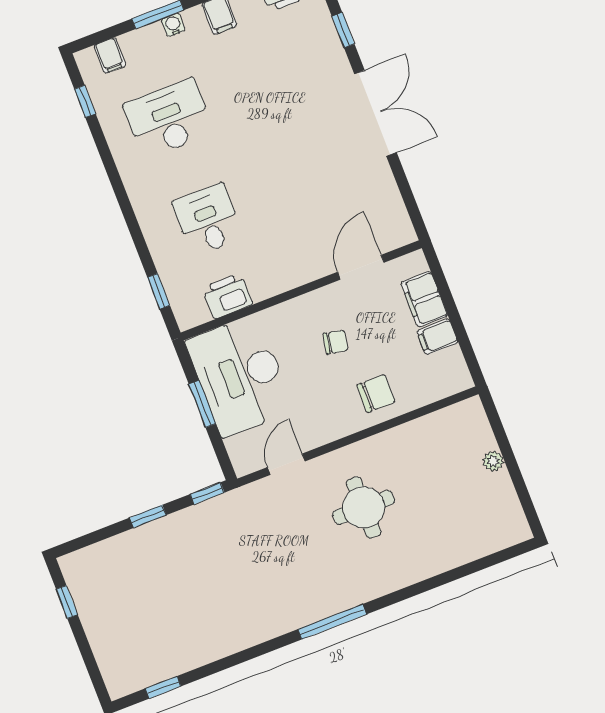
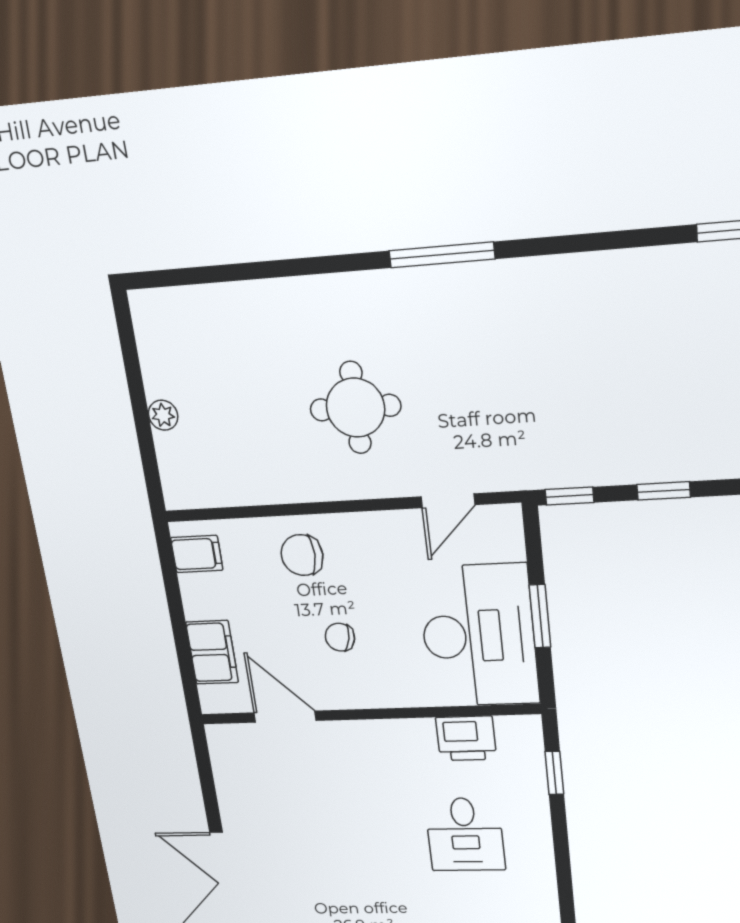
door: (361, 267) -> (285, 717), swing flipped
filing cabinet: (437, 337) -> (197, 554), moved

